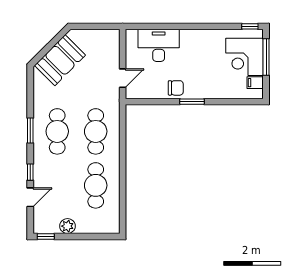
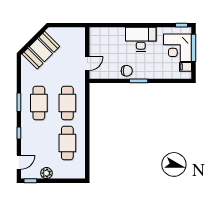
desk: (159, 45) -> (141, 39), moved
door: (30, 197) -> (19, 162), moved

